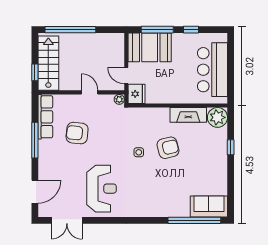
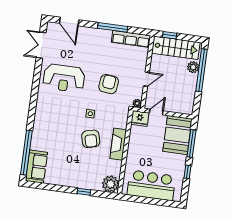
plant: (68, 40) -> (193, 67), added
fireplace: (188, 115) -> (118, 144), moved
armchair: (77, 133) -> (109, 84), moved

